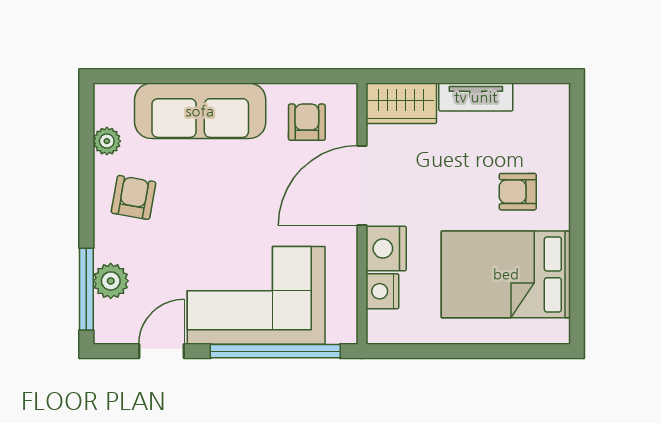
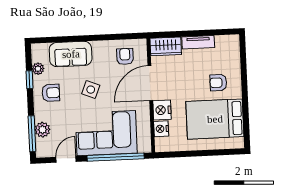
sofa: (200, 111) -> (71, 54), width x0.73
window: (86, 165) -> (30, 80), added
side table: (225, 194) -> (91, 90), added
armchair: (133, 197) -> (51, 93), turned 80

